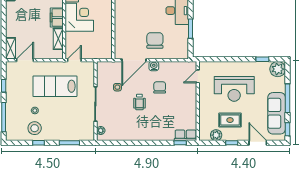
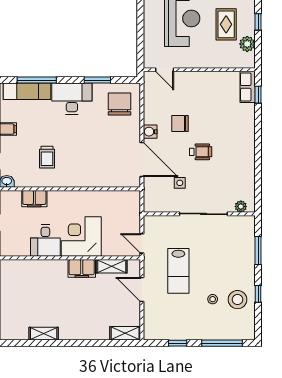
chair: (155, 40) -> (119, 104), moved, turned 90
door: (25, 60) -> (142, 290), moved
lab bench: (55, 86) -> (178, 271), width x0.73, depth x0.72

